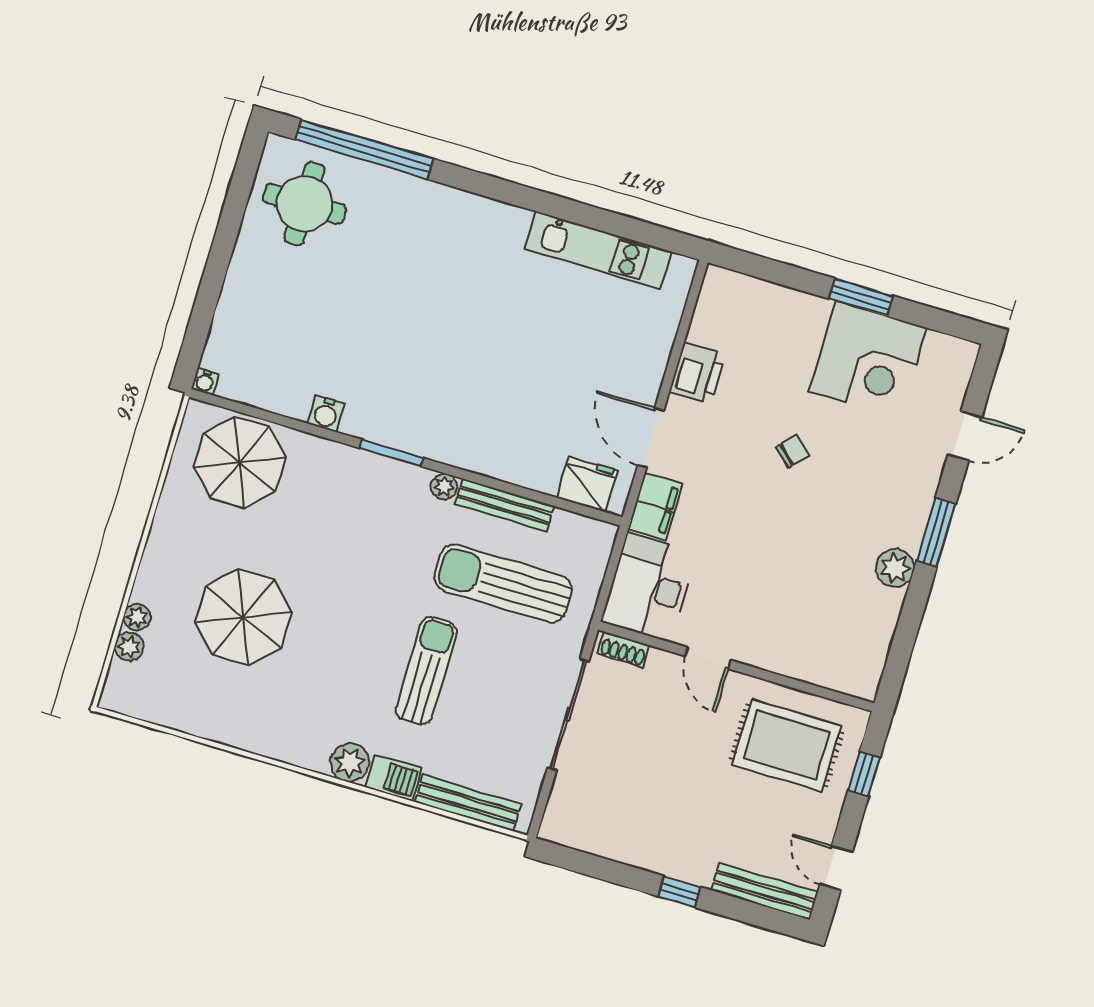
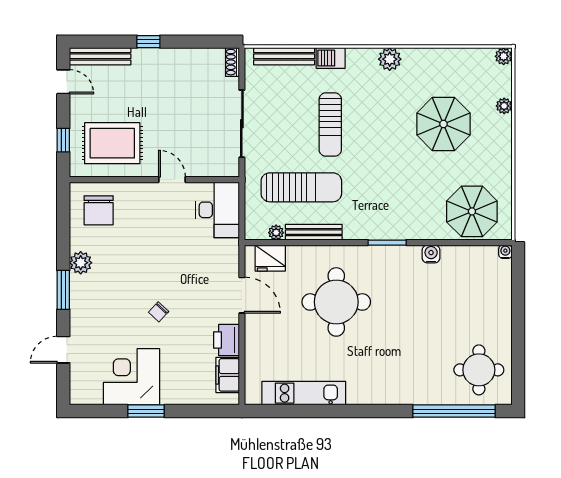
round table: (502, 382) -> (336, 302), added
plant: (444, 486) -> (276, 233), moved
filing cabinet: (655, 506) -> (228, 375), moved
chair: (841, 644) -> (99, 210), added
plant: (129, 647) -> (504, 56), moved
shoe rack: (624, 649) -> (233, 62), moved, turned -90
plant: (350, 763) -> (390, 59), moved

